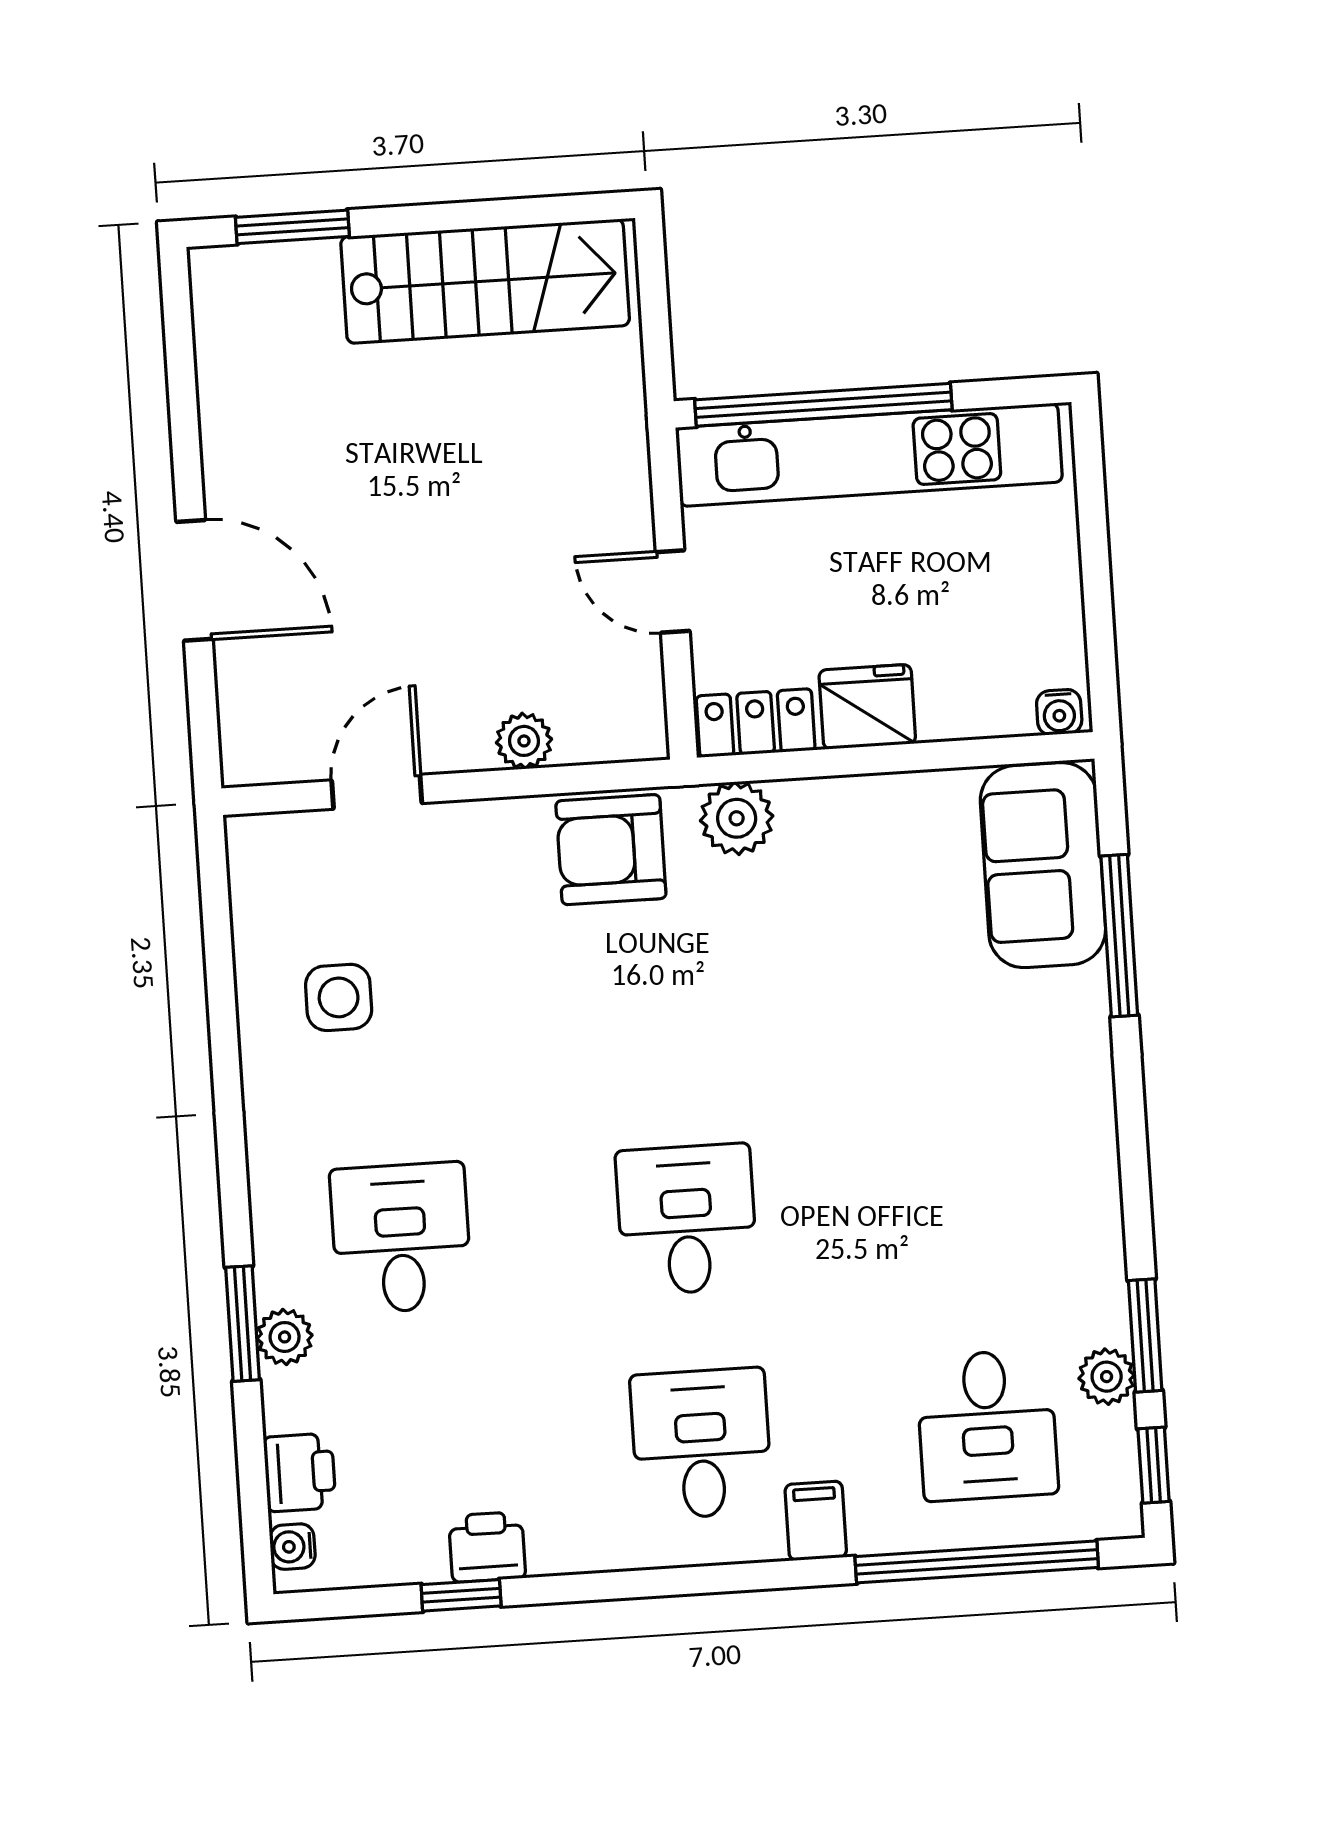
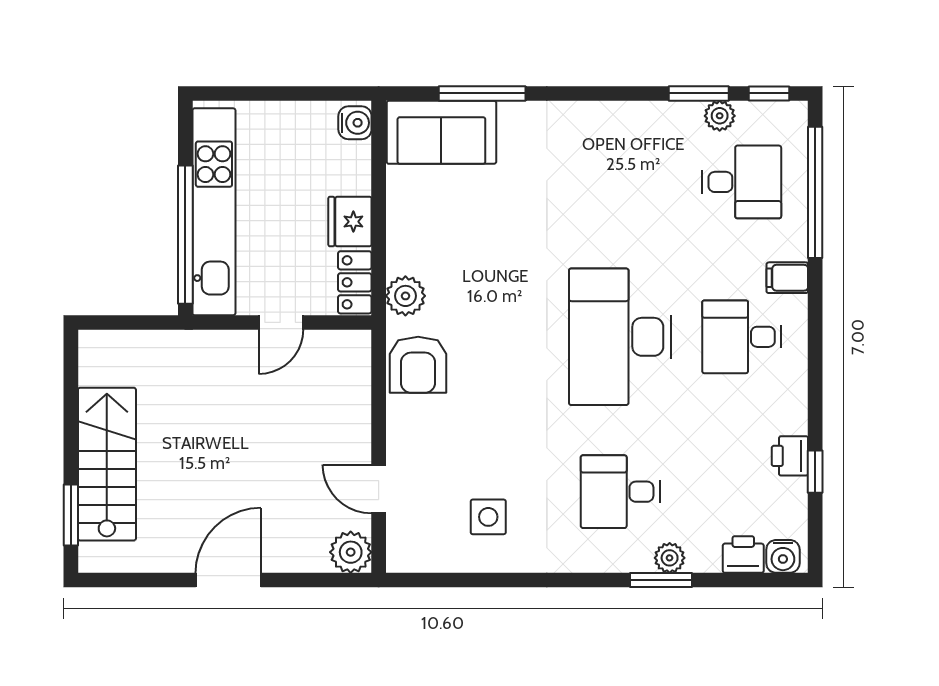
stairs: (485, 281) -> (107, 464), moved
door: (194, 580) -> (228, 580), moved
water cooler: (1059, 712) -> (355, 123), width x1.38, depth x1.38
plant: (524, 741) -> (351, 552), moved, width x1.38, depth x1.38
desk: (687, 1219) -> (620, 337), width x1.87, depth x1.30
water cooler: (292, 1547) -> (783, 556), width x1.38, depth x1.38

